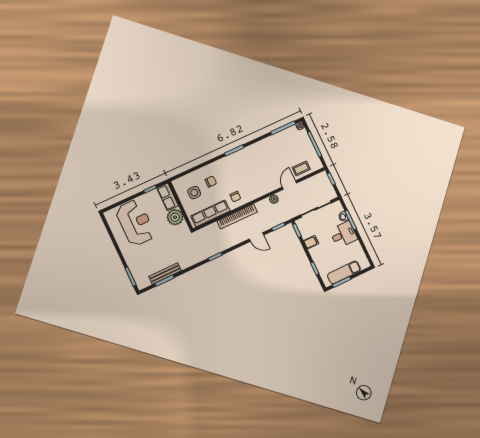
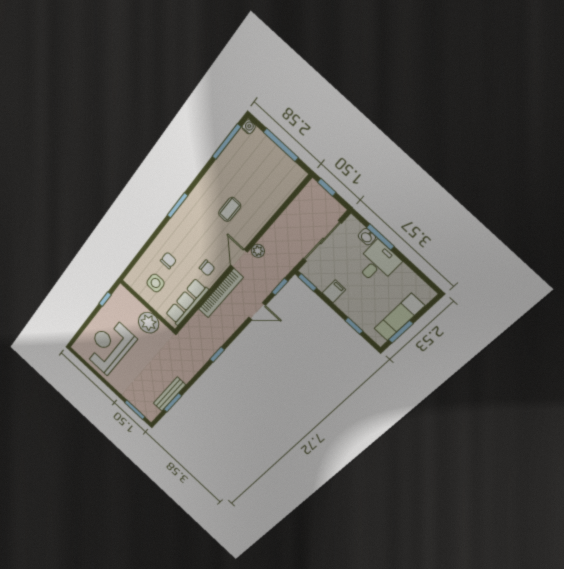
coffee table: (301, 168) -> (230, 209), moved
door: (289, 185) -> (239, 259), moved
row of seats: (168, 197) -> (128, 301), removed
reception desk: (135, 223) -> (109, 346), turned -90

